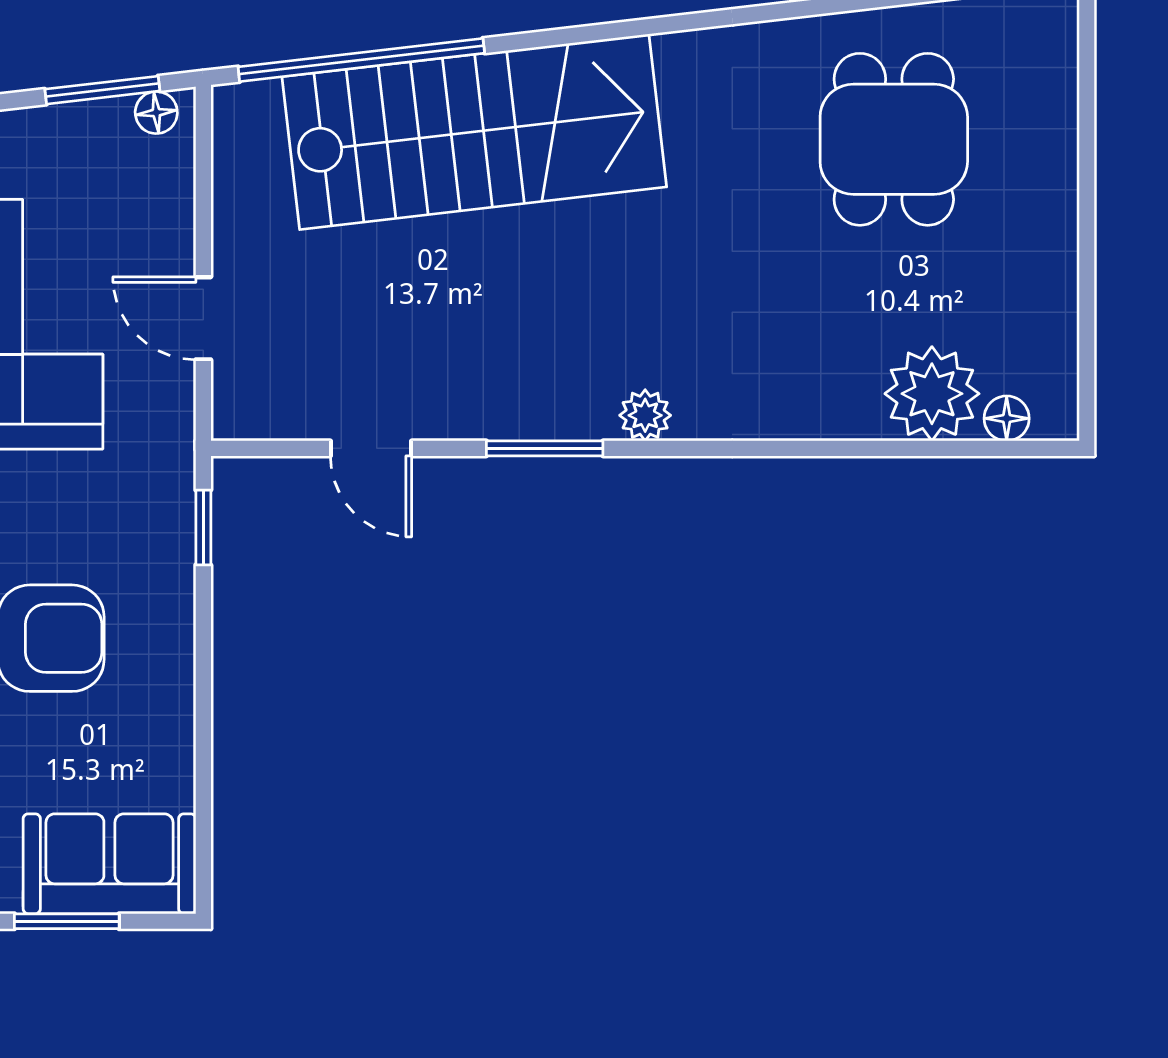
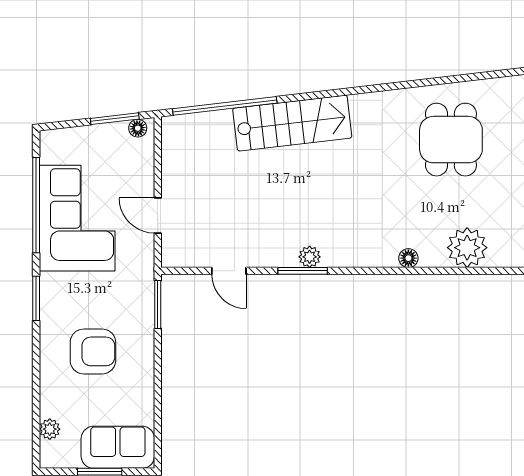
stairs: (474, 132) -> (292, 123), width x0.73, depth x0.66
plant: (645, 415) -> (310, 257), moved
floor lamp: (1007, 418) -> (408, 258), moved
window: (203, 528) -> (158, 304), width x1.50

